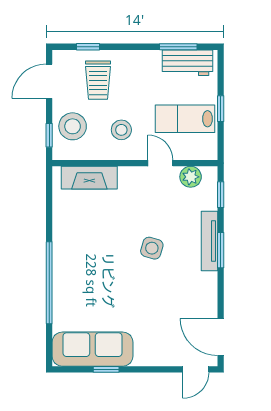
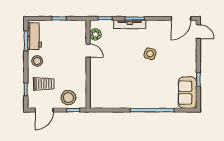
door: (49, 81) -> (44, 110), hinge flipped
lab bench: (185, 119) -> (64, 37), removed
stool: (121, 130) -> (37, 61), moved
door: (160, 163) -> (88, 51), swing flipped
fireplace: (89, 178) -> (96, 89), removed
side table: (152, 248) -> (150, 54), moved
sofa: (93, 349) -> (188, 93), width x0.73

